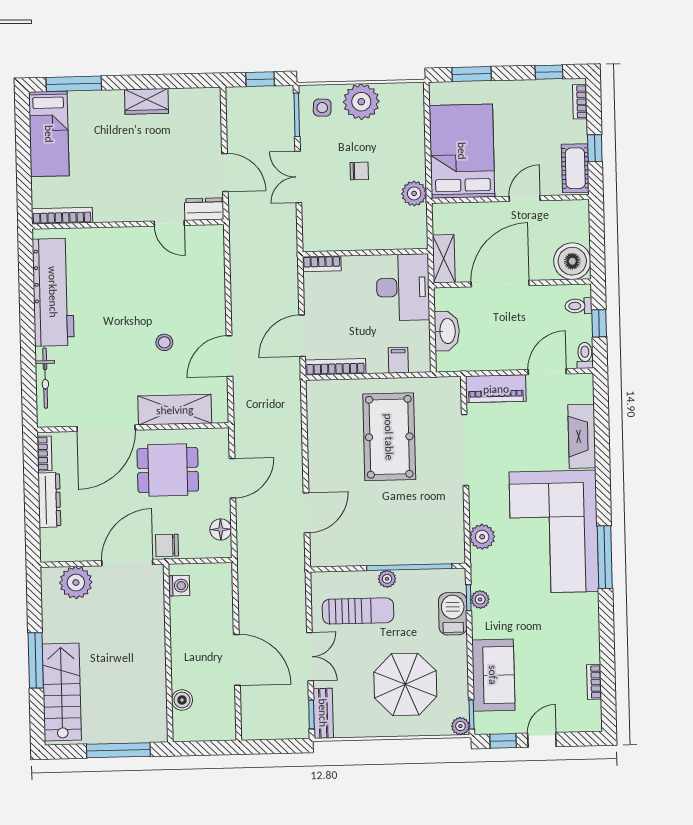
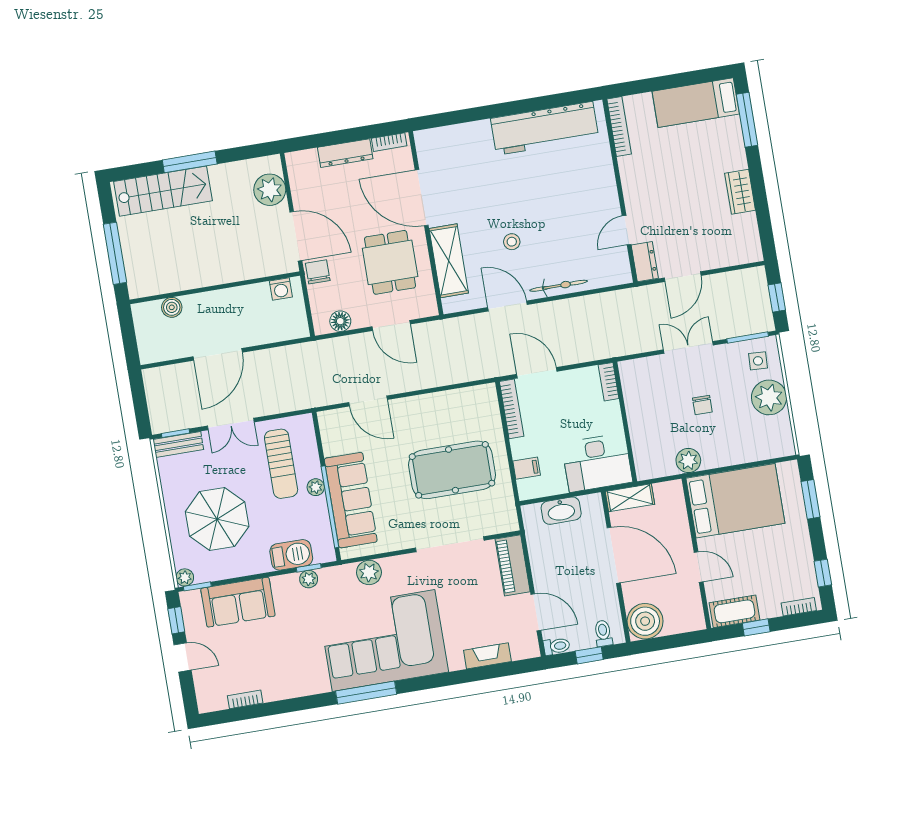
bicycle: (45, 378) -> (559, 286), moved, turned 180
fireplace: (582, 436) -> (487, 656), width x0.73, depth x0.76
sofa: (405, 545) -> (351, 500), added

